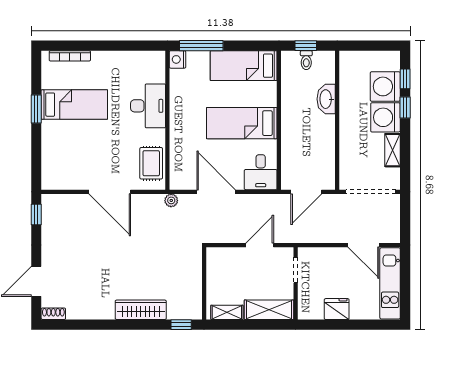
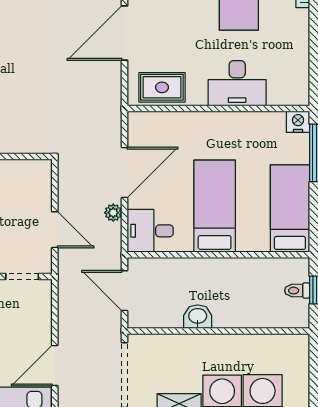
washbasin: (326, 99) -> (198, 317), moved, width x0.72
plant: (171, 200) -> (113, 213), moved

